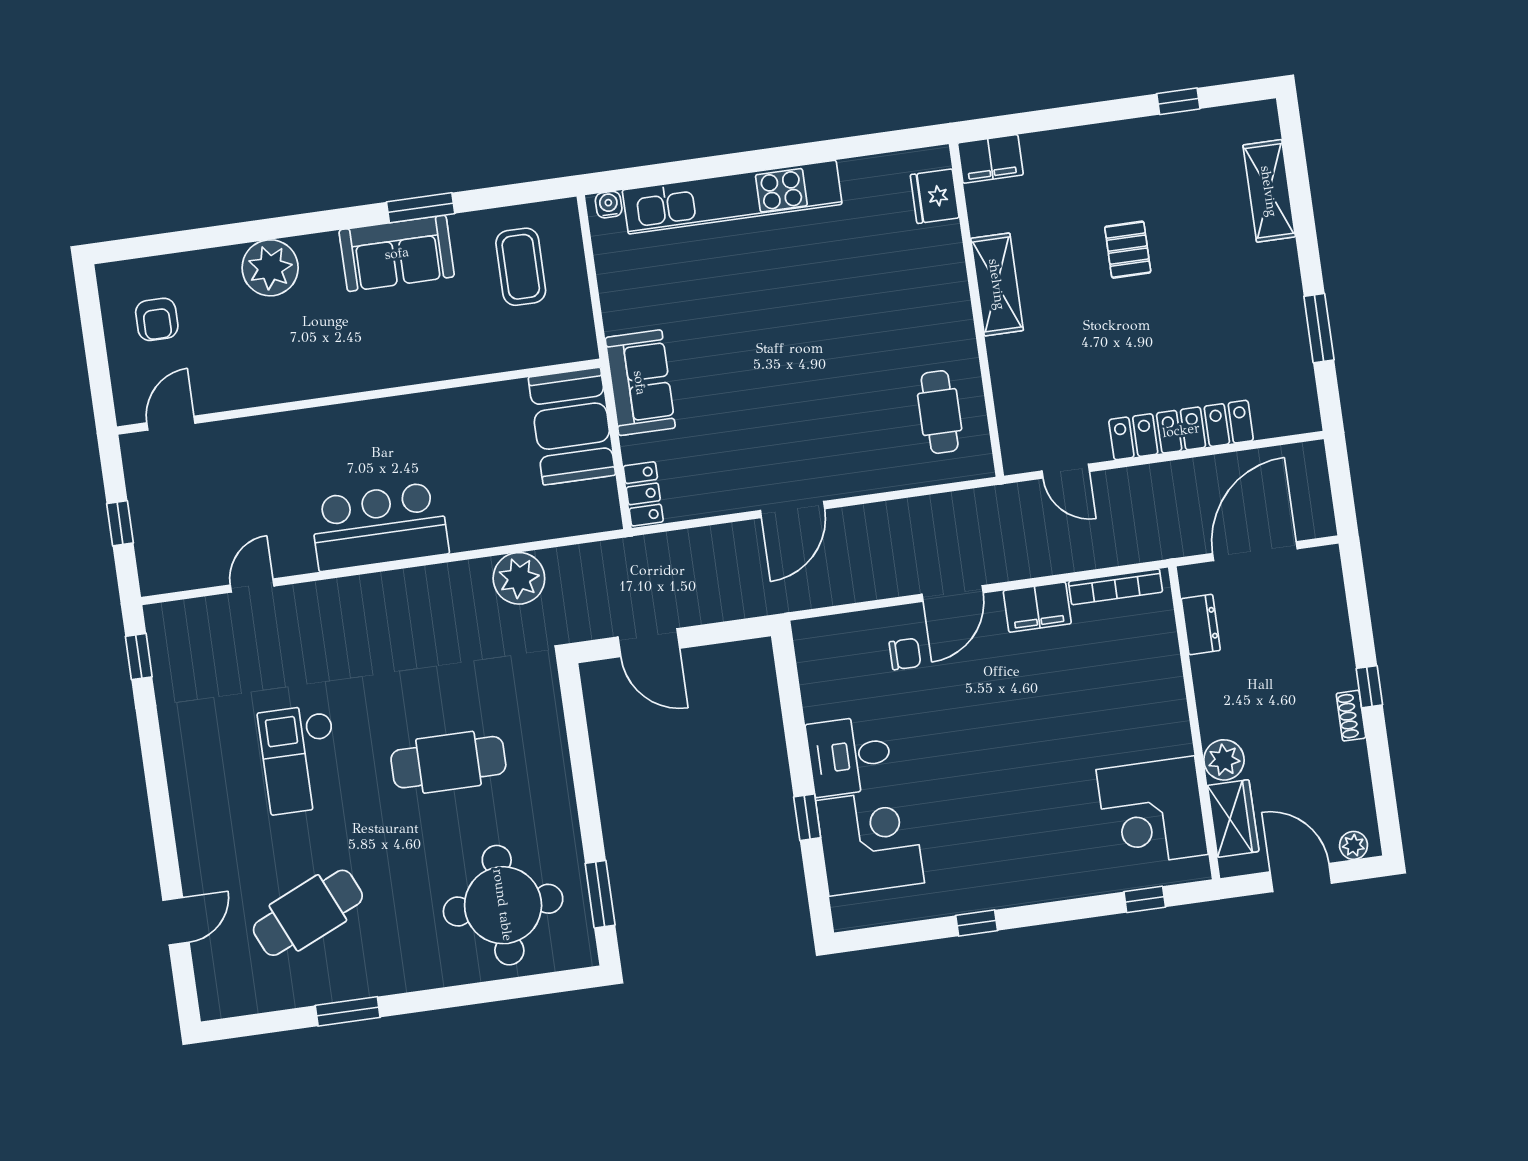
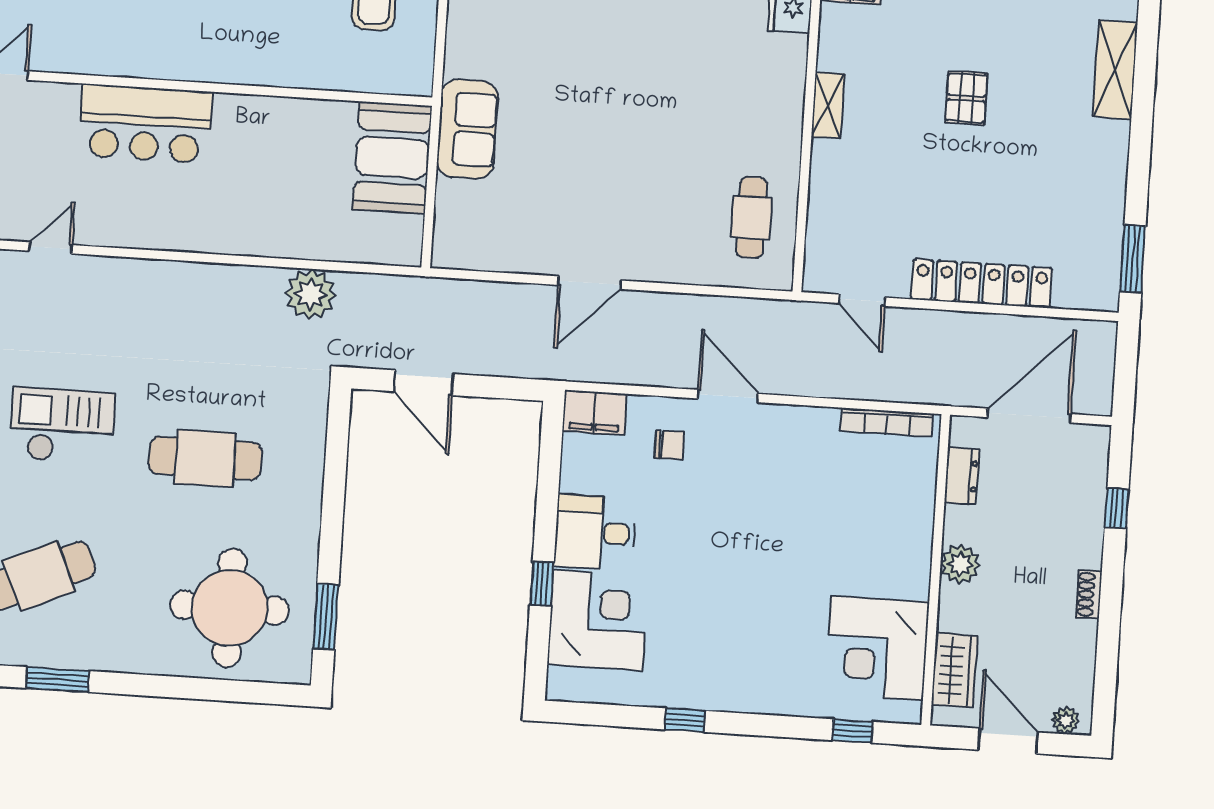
shelving: (997, 284) -> (828, 105), width x0.67, depth x0.75
window: (1319, 328) -> (1133, 259), moved
locker: (643, 494) -> (448, 237), removed
bar counter: (379, 526) -> (145, 124), moved, turned 180
door: (953, 594) -> (728, 396), swing flipped
filing cabinet: (1037, 607) -> (595, 413), moved
window: (1369, 687) -> (1117, 508), moved
checkout: (300, 759) -> (62, 426), turned 90
plant: (1224, 760) -> (960, 564), moved

